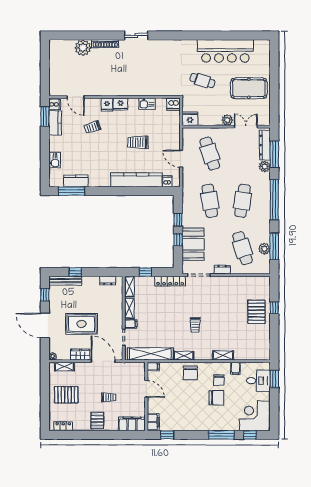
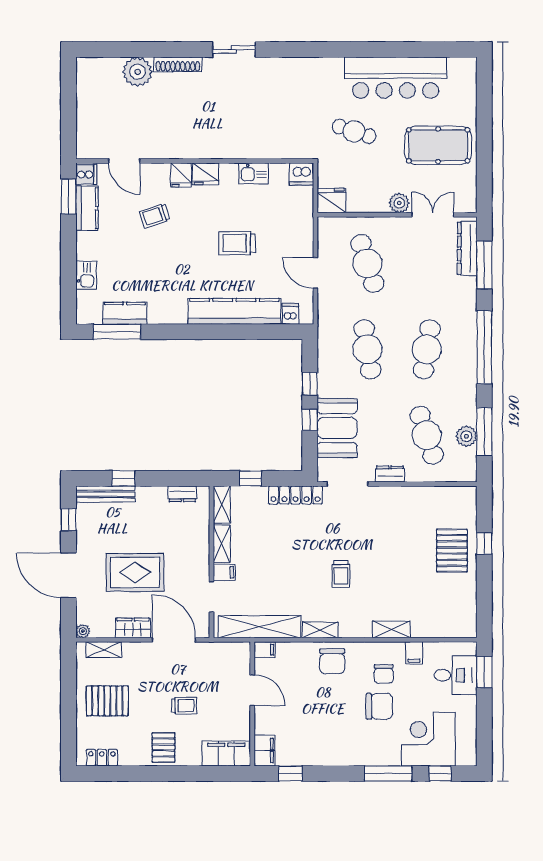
plant: (265, 167) -> (467, 287), removed
corner desk: (254, 416) -> (428, 739), moved

